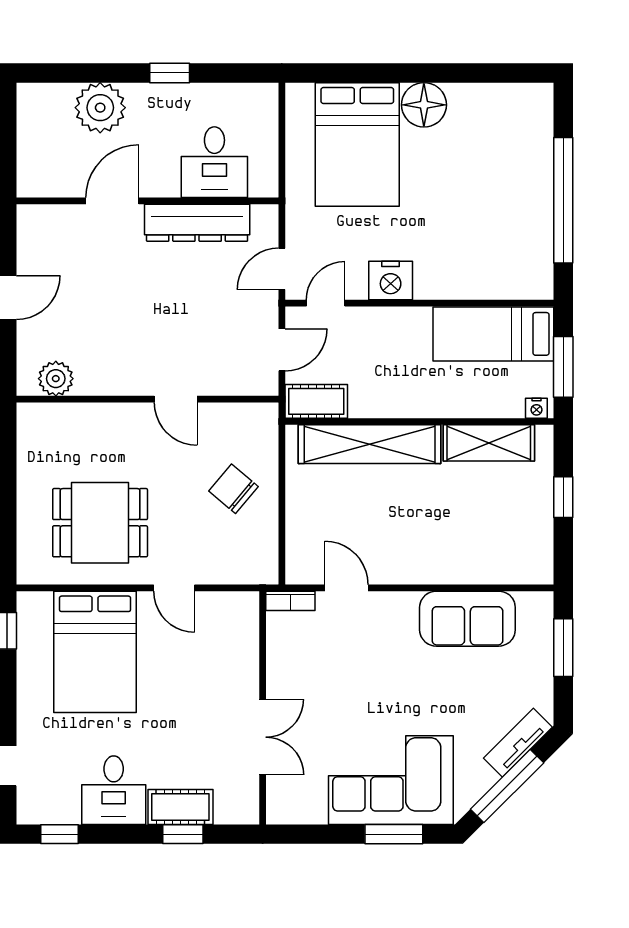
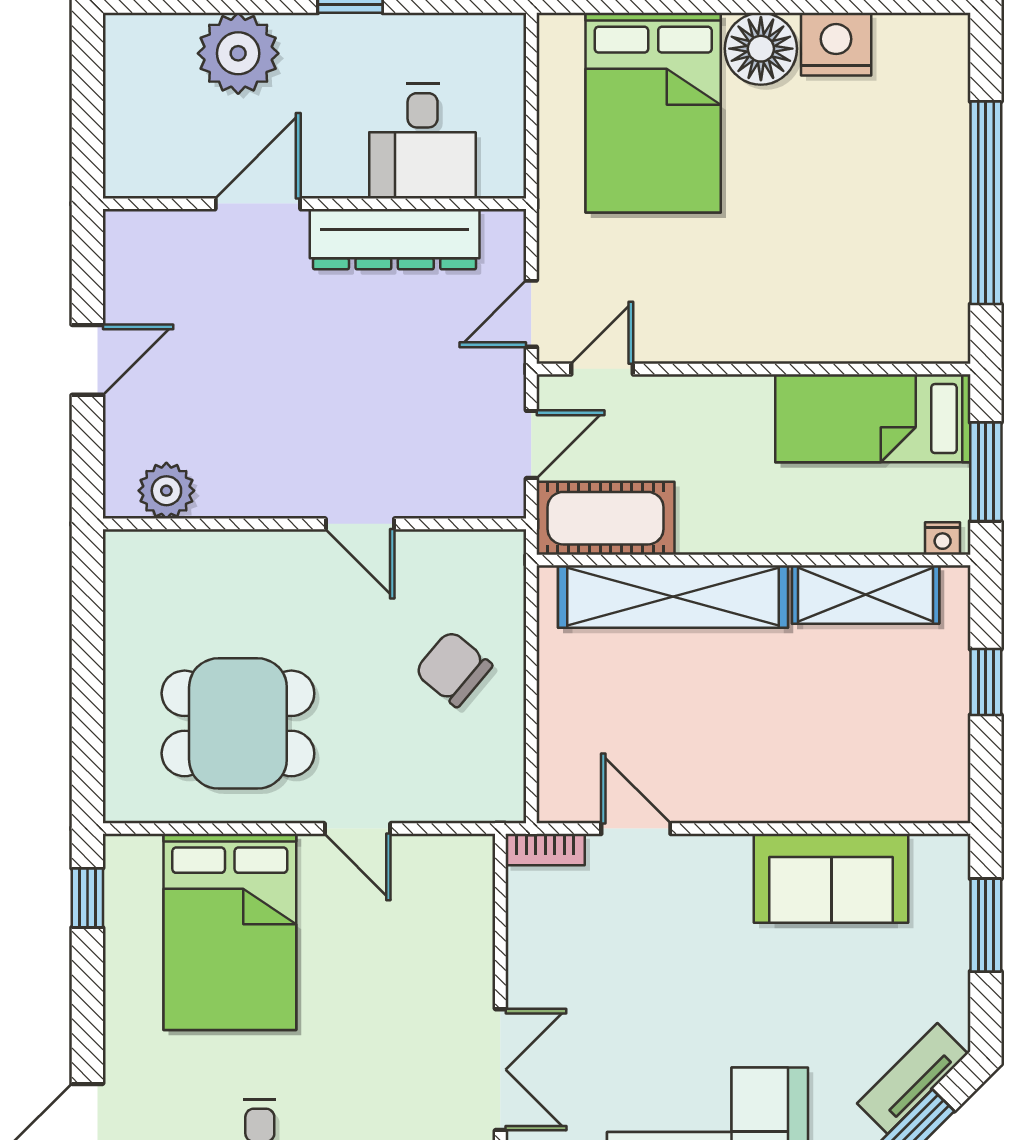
nightstand: (391, 281) -> (836, 44), moved, turned 180
cot: (316, 401) -> (605, 518), width x1.37, depth x1.34

